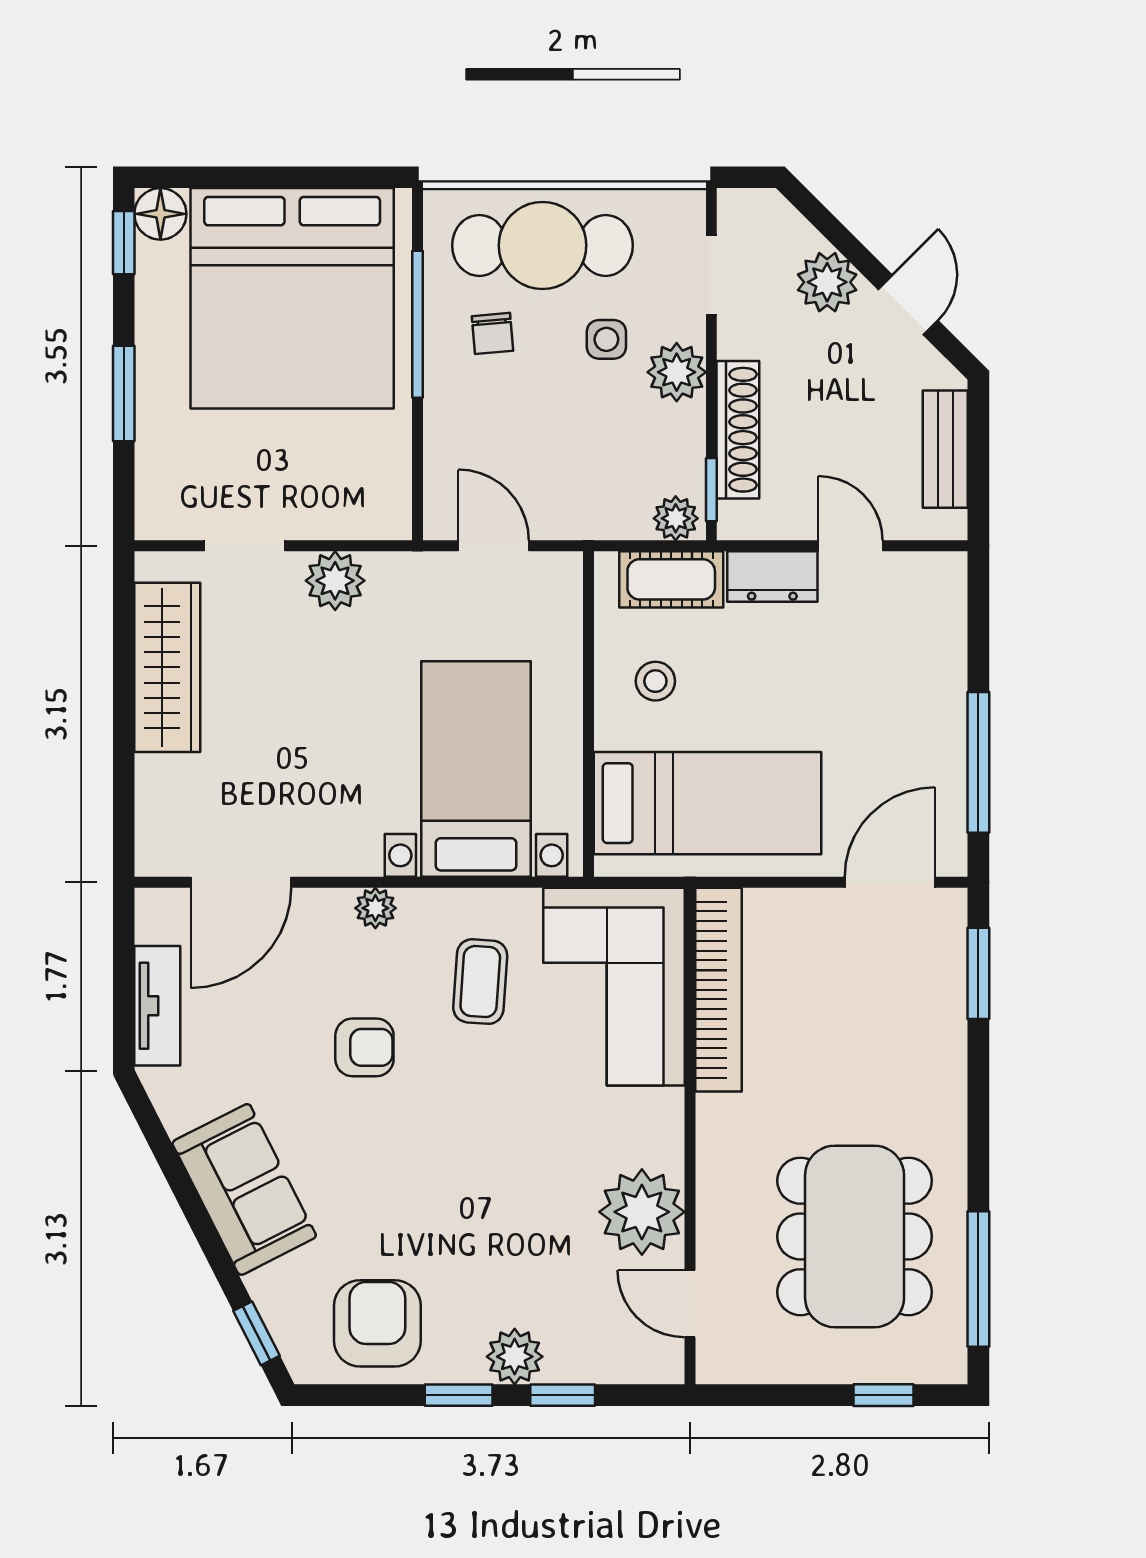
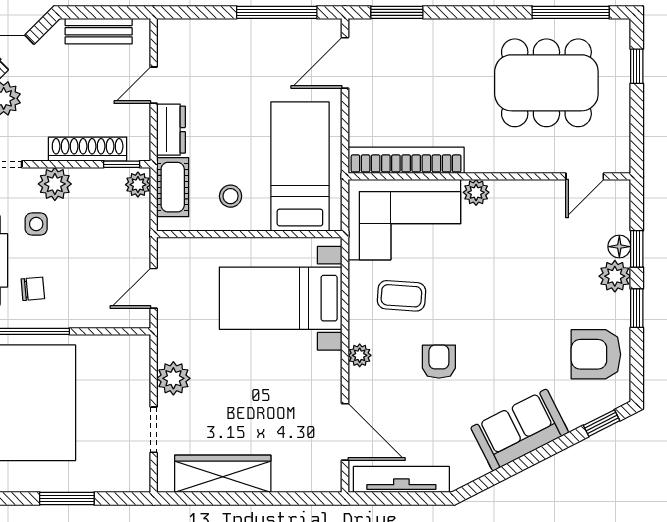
door: (890, 882) -> (345, 63), hinge flipped
tv unit: (157, 1006) -> (401, 479), width x1.41
plant: (642, 1212) -> (476, 192), moved, width x0.53, depth x0.53
floor lamp: (567, 1364) -> (619, 247), added

